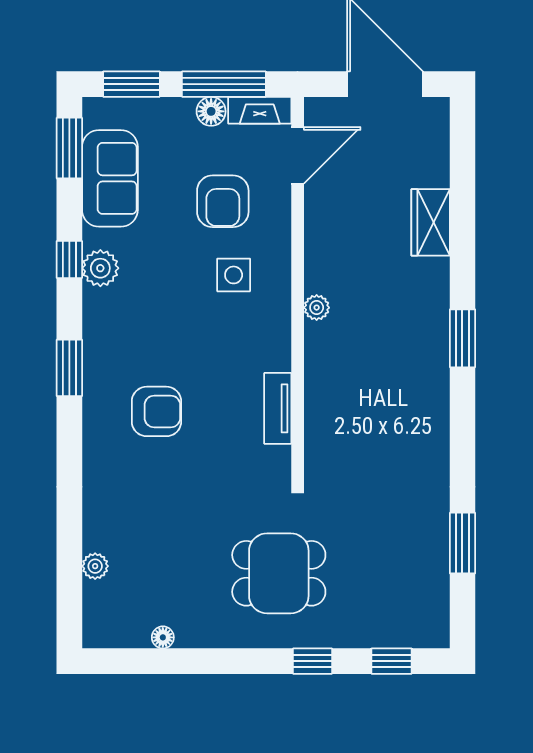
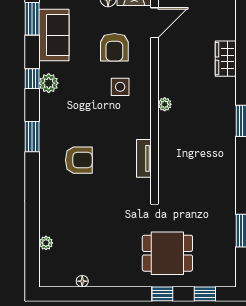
dining table: (279, 573) -> (167, 253), moved

